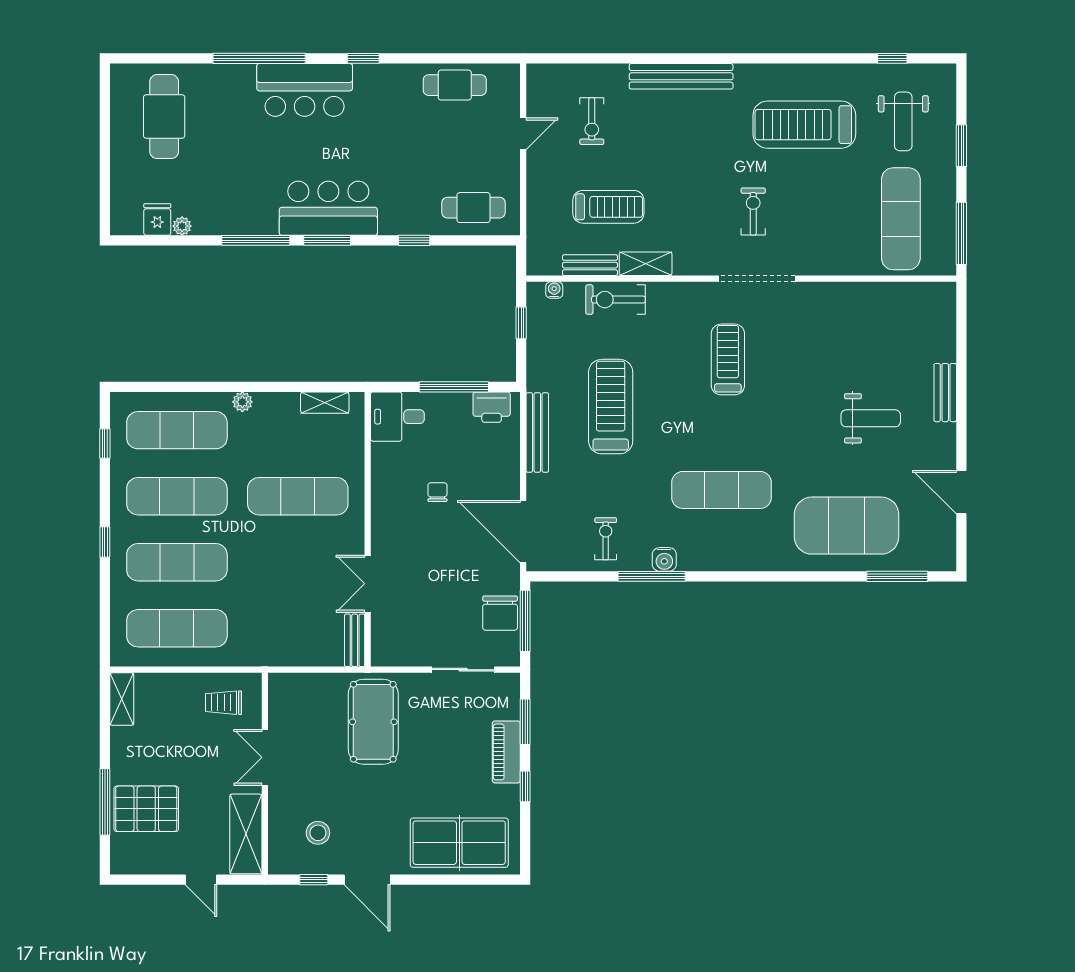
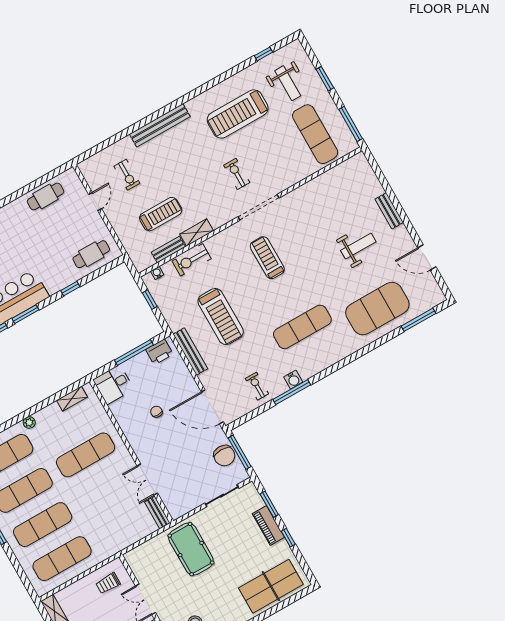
treadmill: (611, 407) -> (221, 317), turned 180

